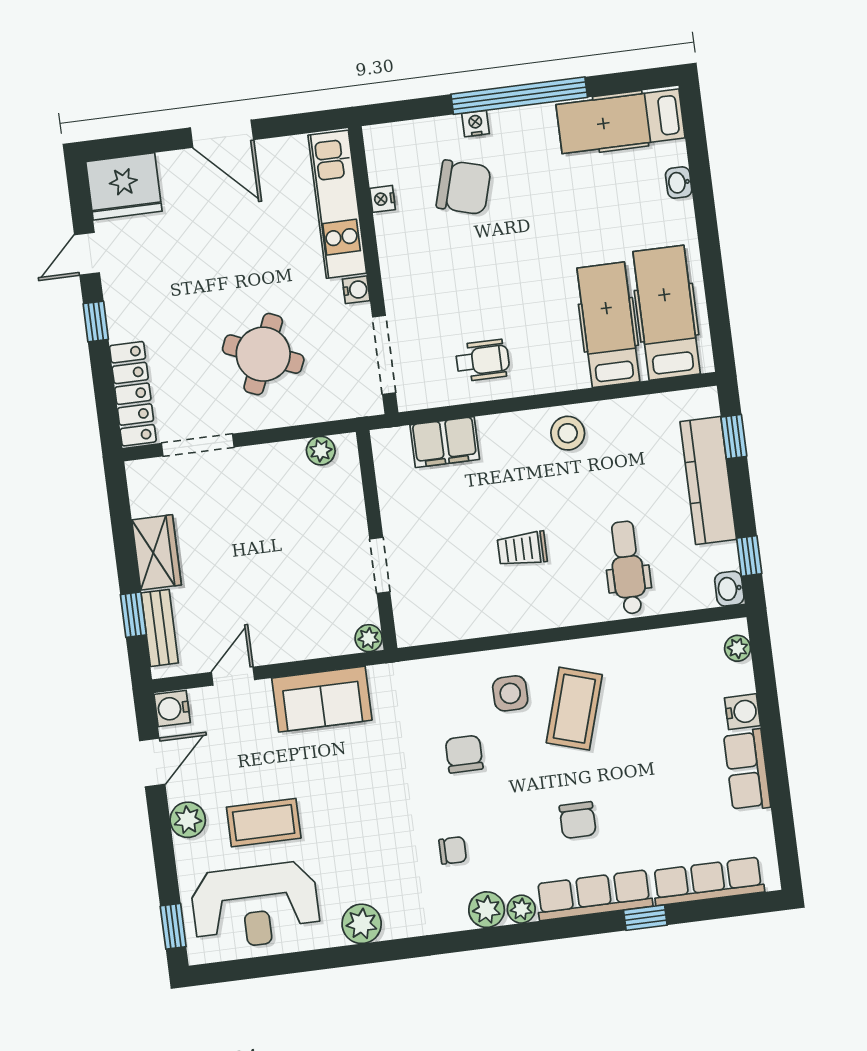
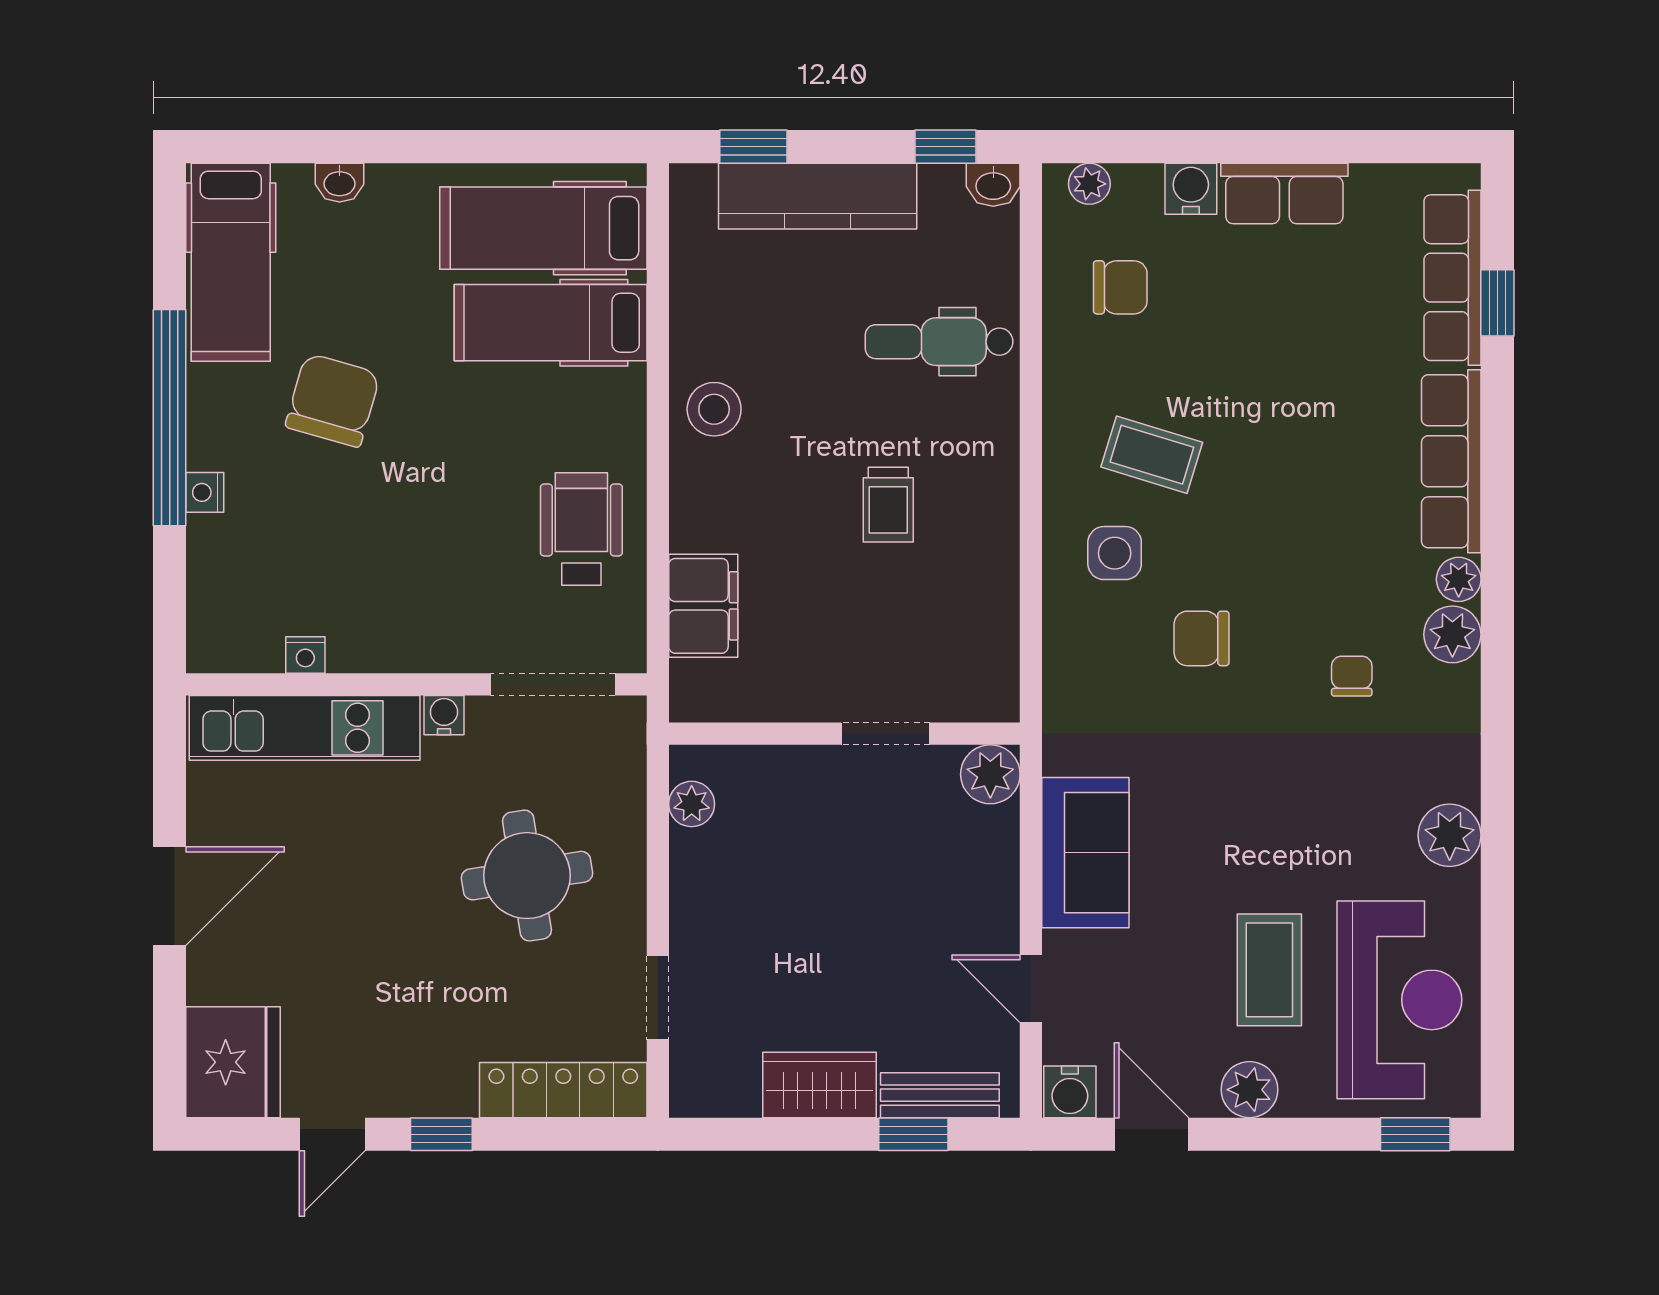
chair: (464, 187) -> (333, 400), moved
door: (87, 254) -> (332, 1134), hinge flipped
round table: (263, 354) -> (527, 876), turned -32
wheelchair: (483, 360) -> (581, 529), width x1.36, depth x1.37
doorway: (198, 445) -> (658, 998), width x0.73
plant: (369, 638) -> (990, 774), width x1.38, depth x1.38
coffee table: (574, 709) -> (1152, 455), width x0.73, depth x0.77
chair: (578, 820) -> (1120, 287), moved
window: (645, 918) -> (1497, 303), moved

